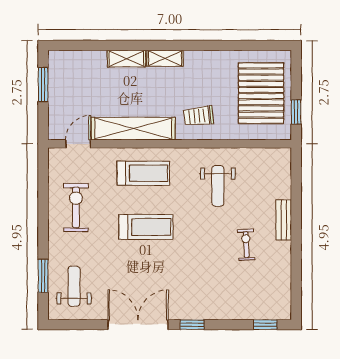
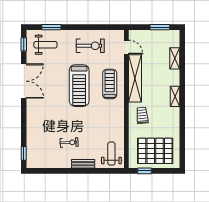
shelving: (126, 59) -> (175, 58), moved
treadmill: (143, 173) -> (110, 84), turned 180
weight bench: (218, 186) -> (111, 154), moved, turned 90
treadmill: (146, 227) -> (79, 86), width x1.37, depth x1.38
window: (192, 325) -> (24, 44), moved

